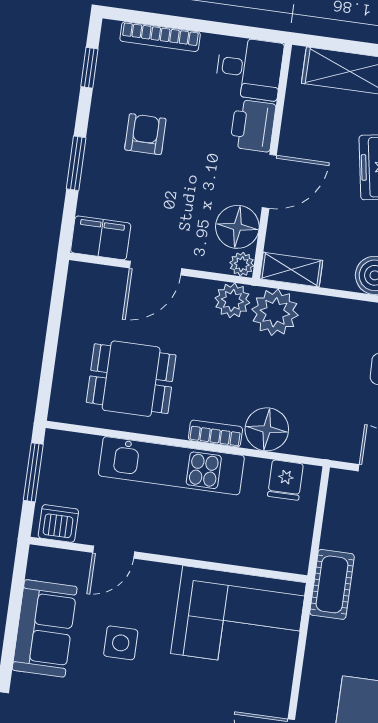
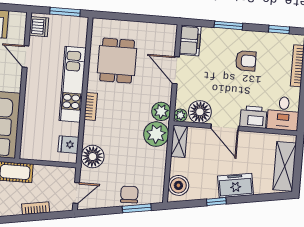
floor lamp: (267, 429) -> (93, 157), moved

